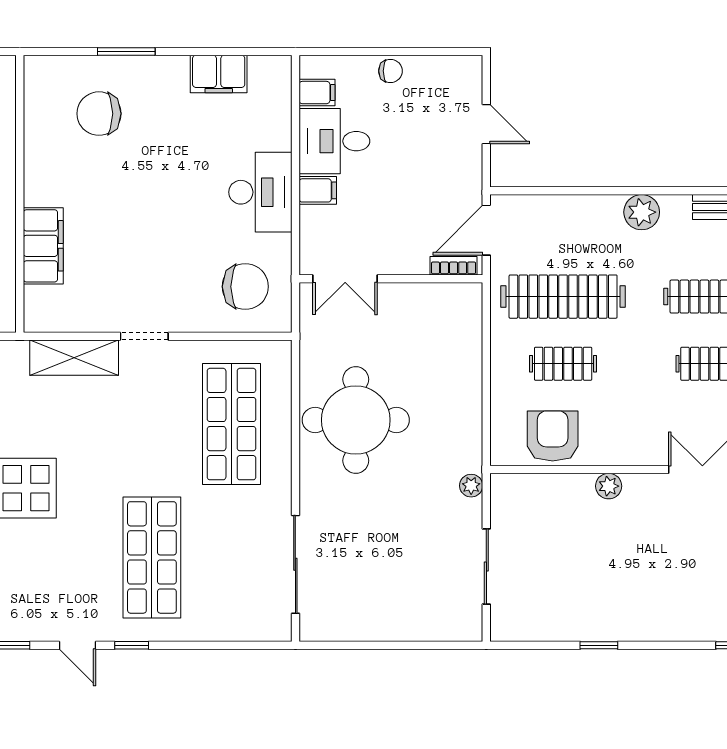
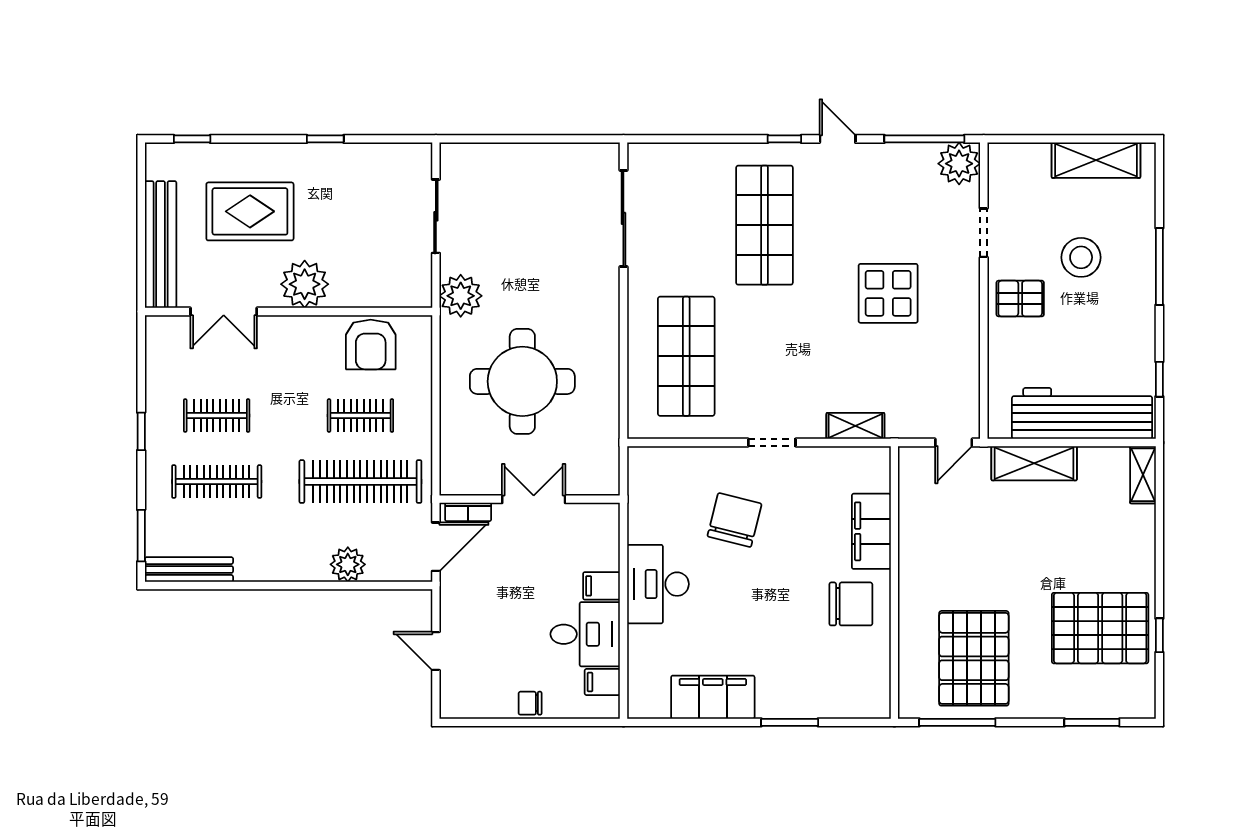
filing cabinet: (219, 74) -> (713, 697), width x1.50, depth x1.17
chair: (99, 114) -> (851, 604), moved
plant: (642, 212) -> (348, 564), moved
double door: (345, 279) -> (534, 499), moved
chair: (245, 287) -> (735, 520), moved, turned 104
shelving: (74, 358) -> (855, 426), width x0.67, depth x0.75
round table: (356, 420) -> (522, 381), moved
plant: (471, 486) -> (461, 296), width x1.88, depth x1.88
plant: (609, 486) -> (305, 284), width x1.87, depth x1.87
rug: (676, 571) -> (250, 211), added

